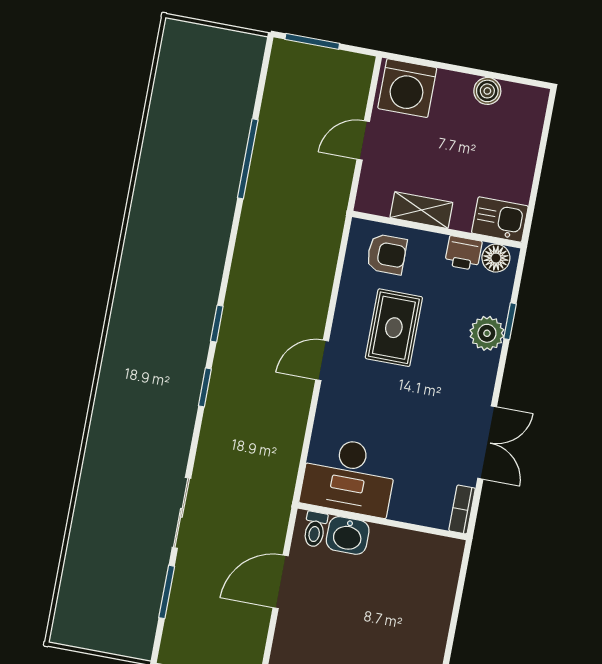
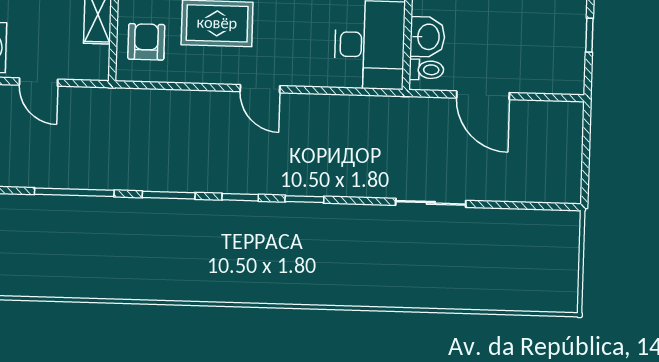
window: (167, 592) -> (169, 195), moved

